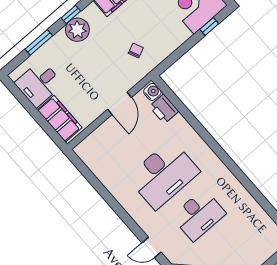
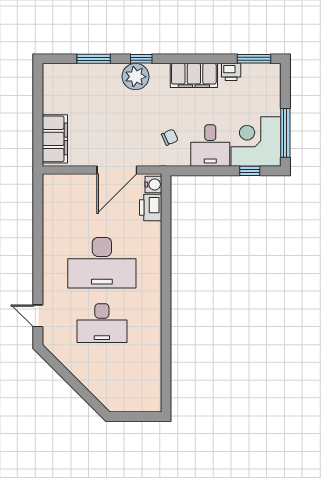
desk: (39, 84) -> (210, 146), moved, turned -90
door: (119, 103) -> (117, 170), width x1.36

